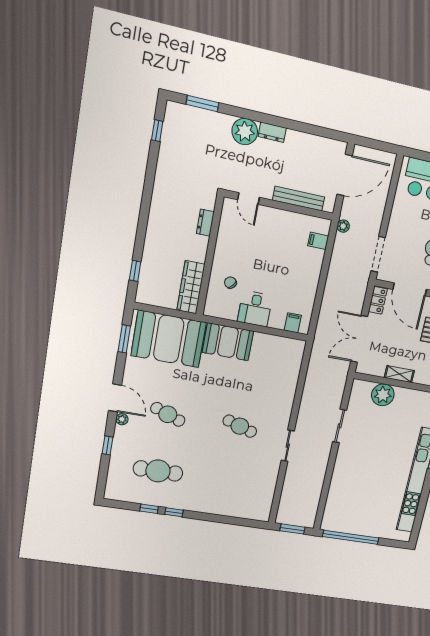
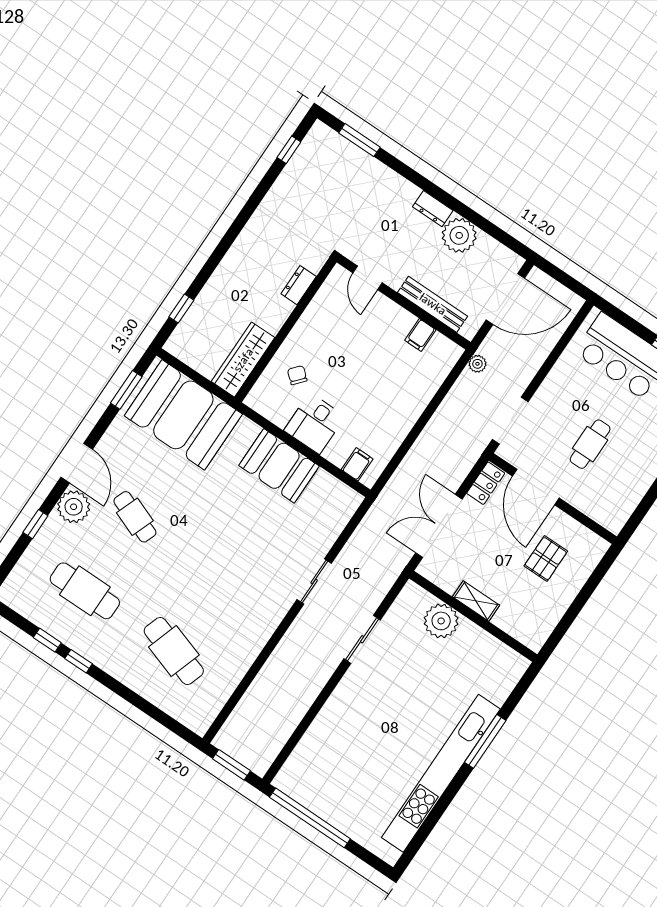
plant: (245, 132) -> (459, 235), moved
filing cabinet: (318, 241) -> (420, 335), moved, turned -90
booth: (228, 342) -> (279, 466), moved
plant: (122, 419) -> (74, 507), width x1.88, depth x1.88
cafe table: (240, 426) -> (174, 651), moved, width x1.37, depth x1.35
sliding door: (288, 446) -> (314, 581), moved

